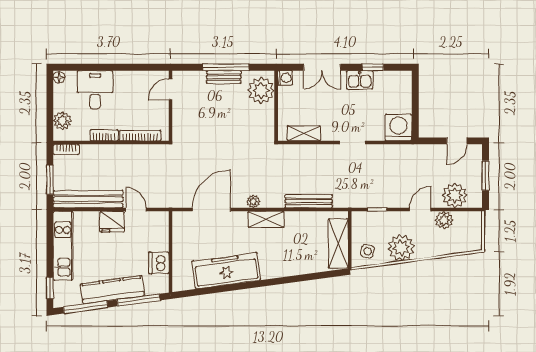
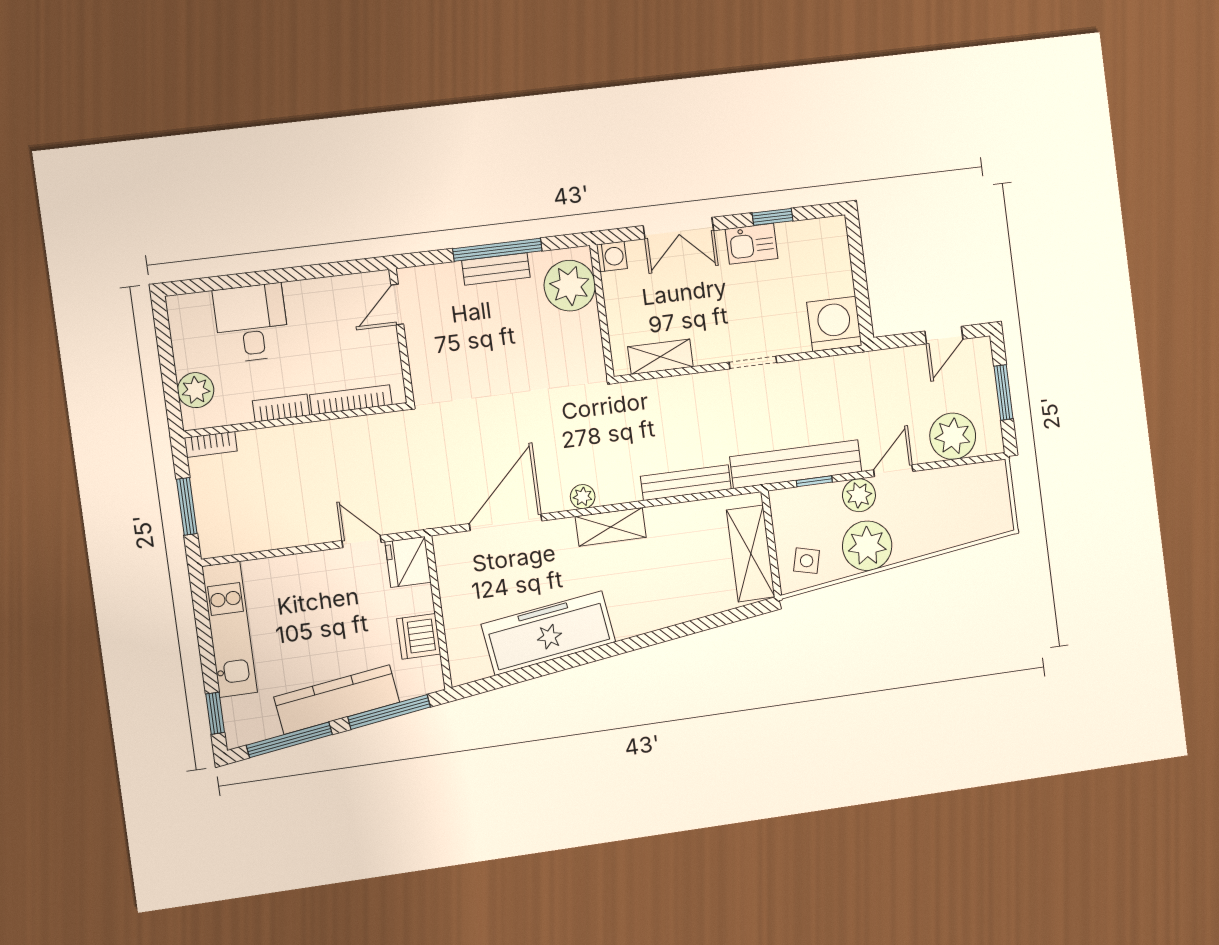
floor lamp: (59, 77) -> (178, 307), removed
bench: (88, 199) -> (796, 464), moved
plant: (444, 220) -> (859, 495), moved
fridge: (112, 222) -> (408, 562), moved, turned 90

